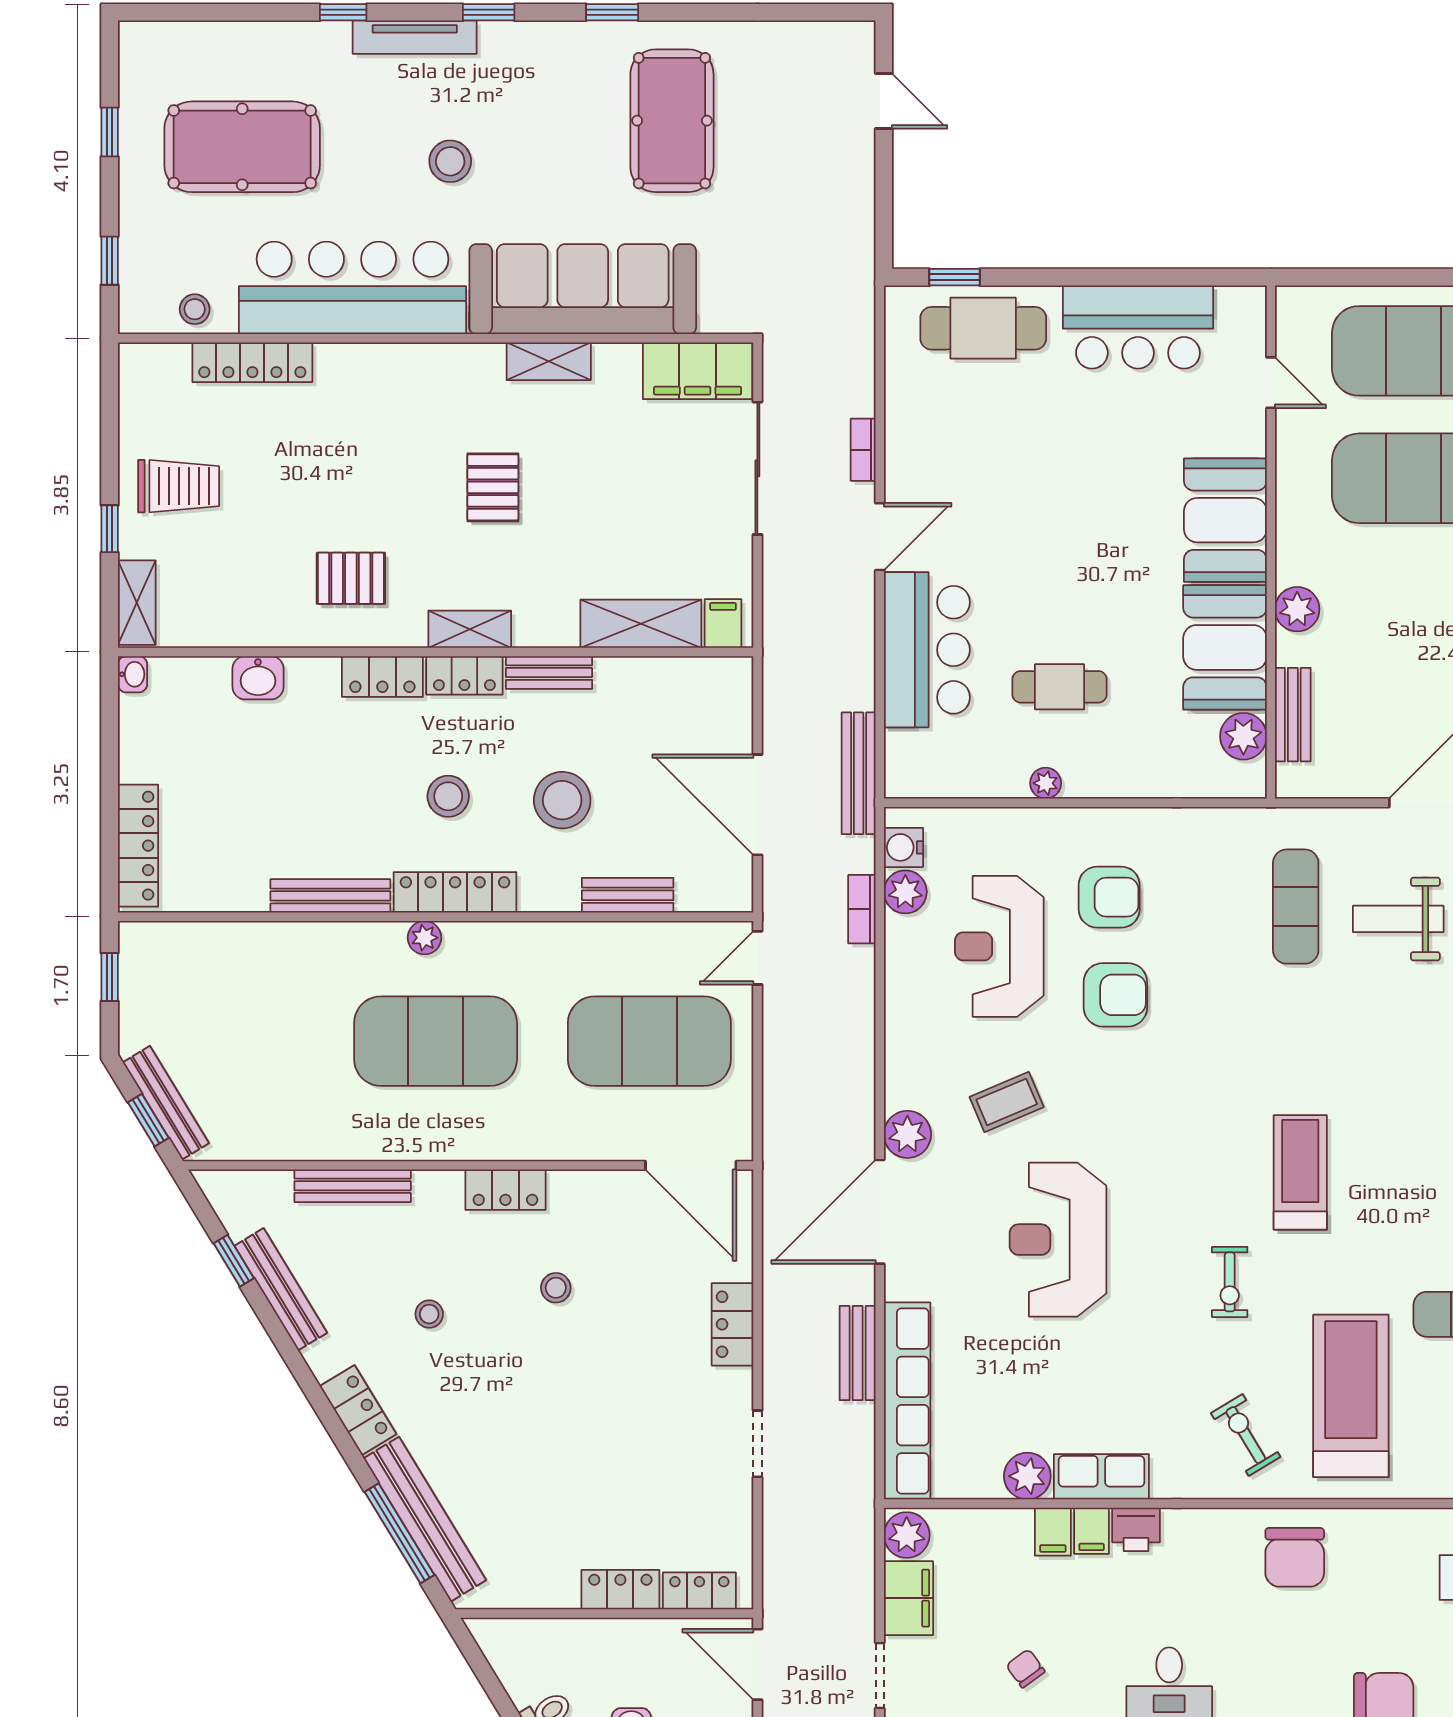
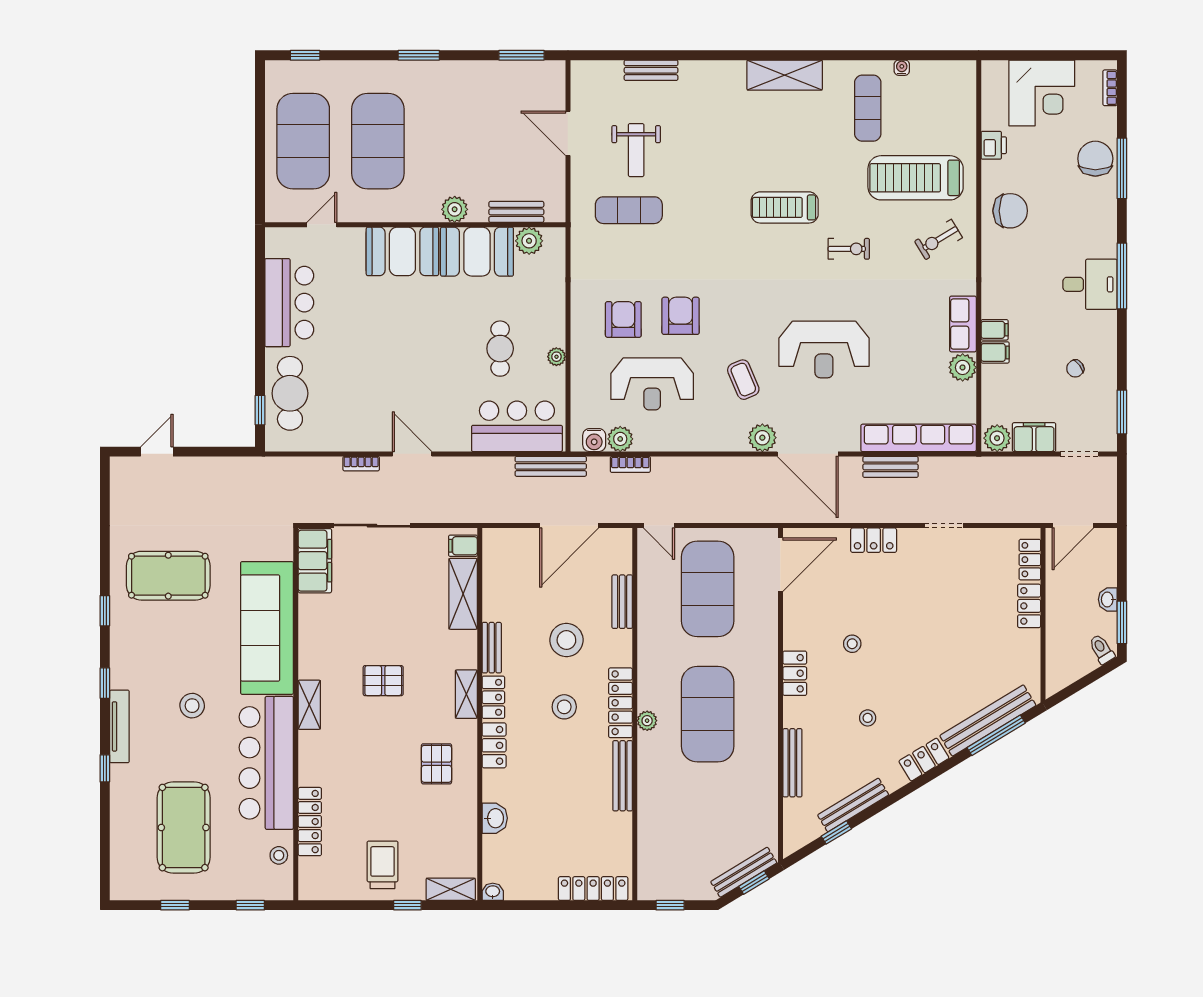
shelving: (549, 361) -> (309, 705), moved
bar counter: (927, 650) -> (517, 426), moved
printer: (1136, 1529) -> (994, 145), moved

